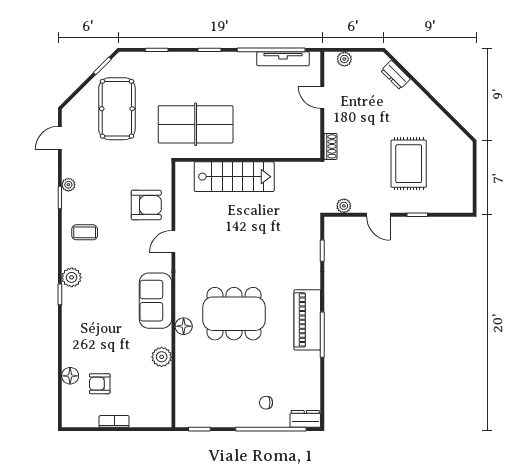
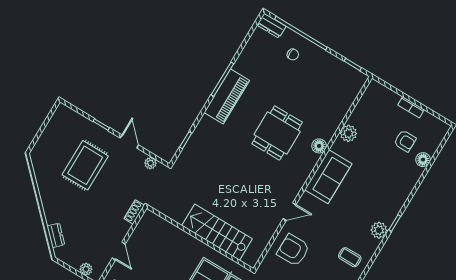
dining table: (234, 314) -> (277, 133), width x0.73

